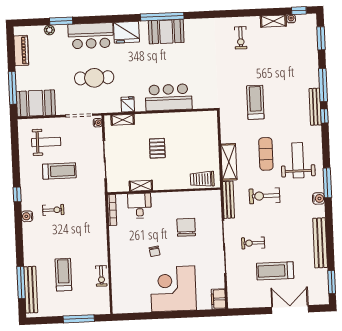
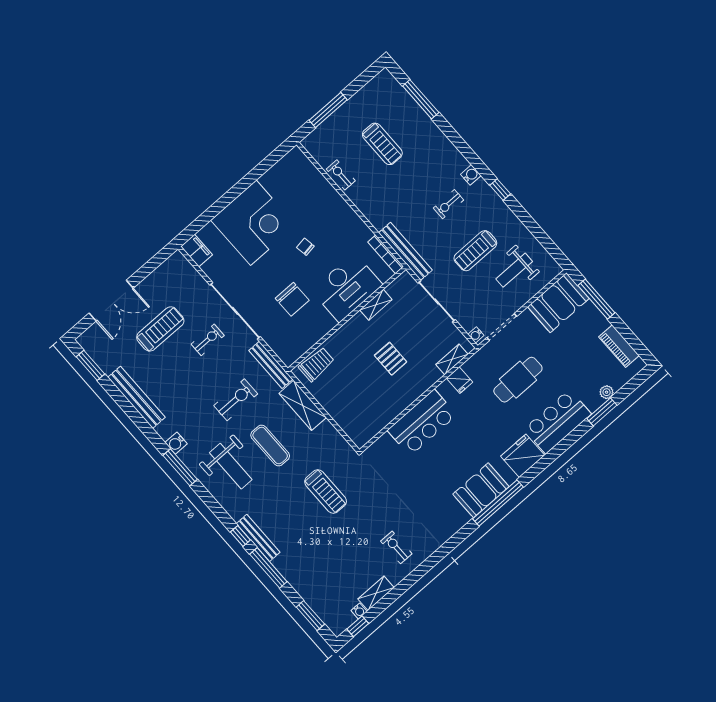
desk: (140, 206) -> (347, 288), width x1.87, depth x1.30
bench: (31, 290) -> (405, 251), moved

